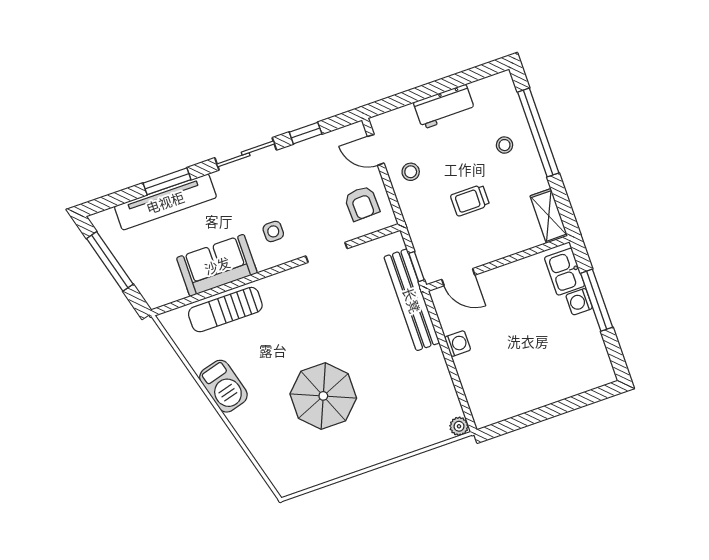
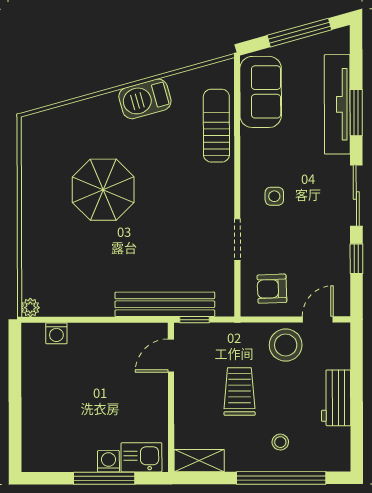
stool: (411, 172) -> (286, 345), width x1.89, depth x1.89
trolley: (470, 200) -> (240, 392), width x1.36, depth x1.39
sofa: (217, 265) -> (261, 92), moved
washing machine: (458, 344) -> (56, 333), moved

